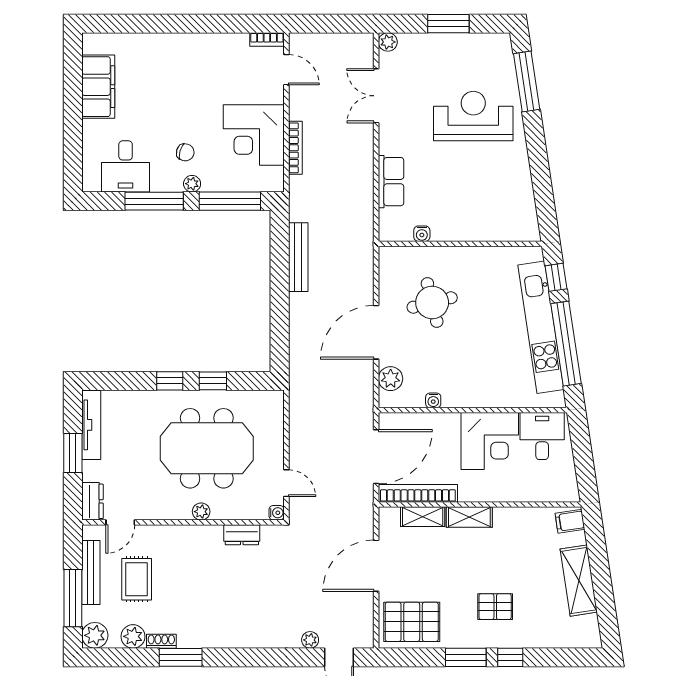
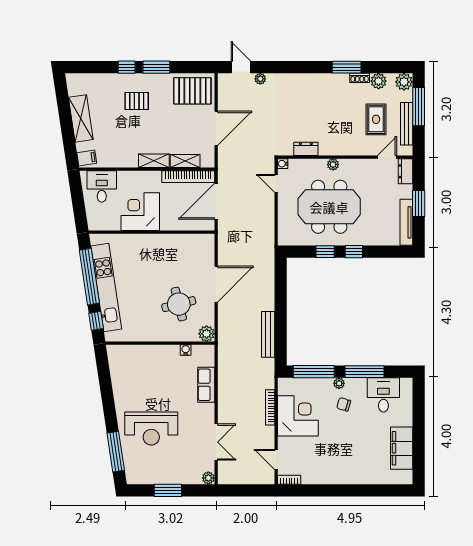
plant: (391, 379) -> (207, 334), moved
water cooler: (433, 400) -> (178, 239), removed
desk: (542, 436) -> (102, 186), moved, turned 180

